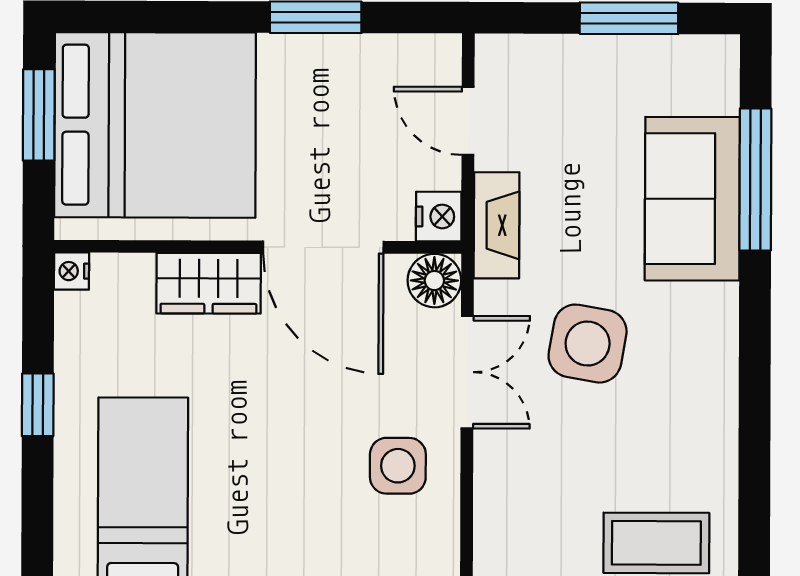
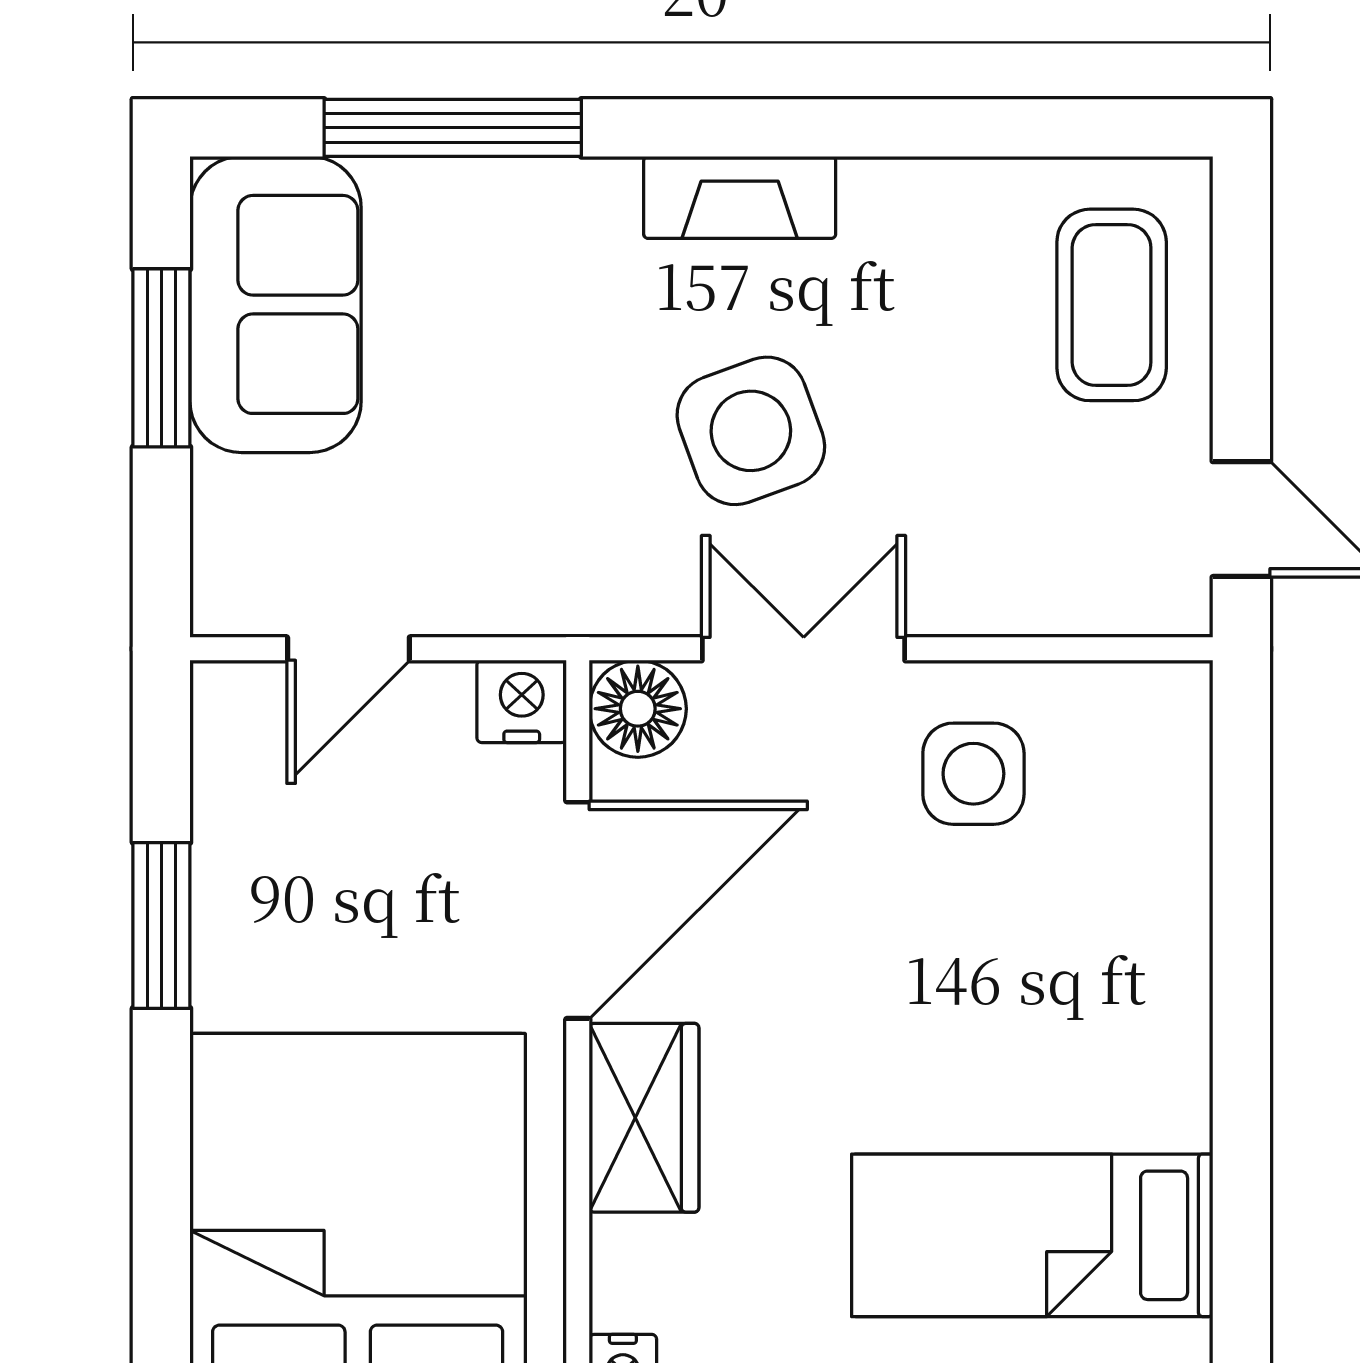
sofa: (692, 199) -> (276, 304), moved, turned -90
fireplace: (497, 225) -> (740, 197), moved, turned 180
side table: (588, 344) -> (751, 431), turned -30

